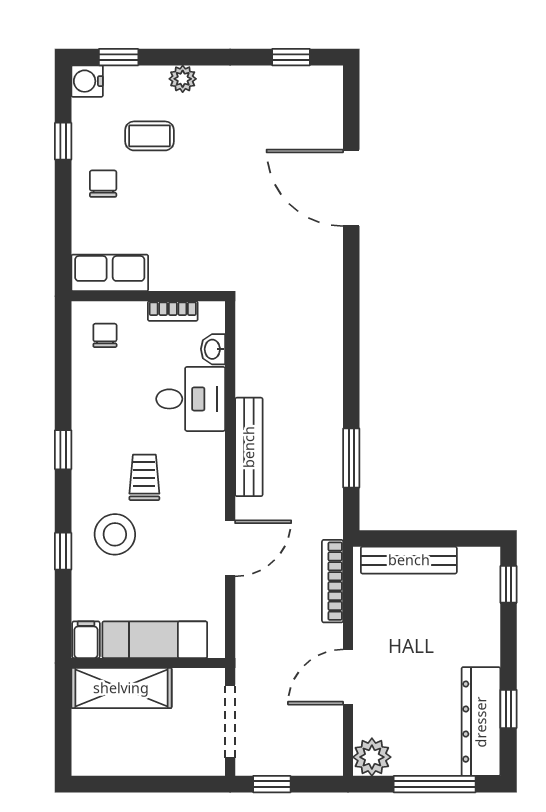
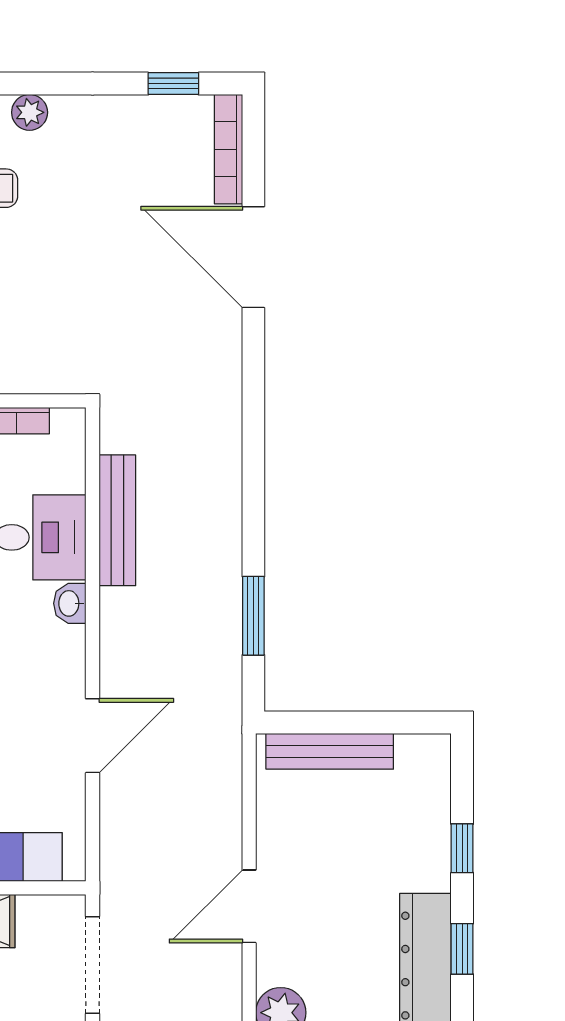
washbasin: (213, 349) -> (70, 603), moved
bench: (249, 447) -> (117, 520), moved
bookcase: (333, 581) -> (228, 149), moved
window: (509, 584) -> (462, 848), moved

